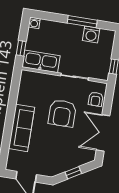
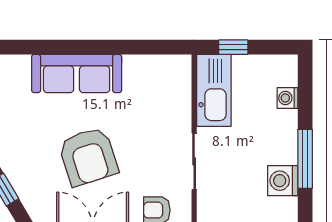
washing machine: (34, 23) -> (287, 98), moved
armchair: (62, 113) -> (88, 157), moved, turned -108

